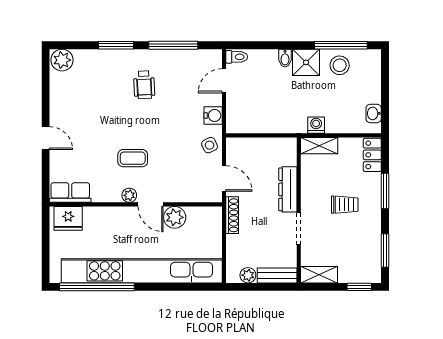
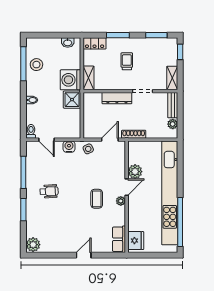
shower: (306, 62) -> (72, 100), moved
washing machine: (316, 125) -> (71, 80), width x1.89, depth x1.89

